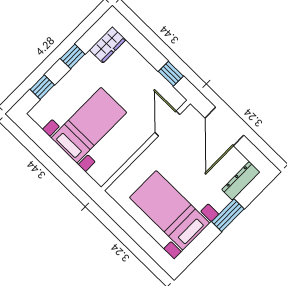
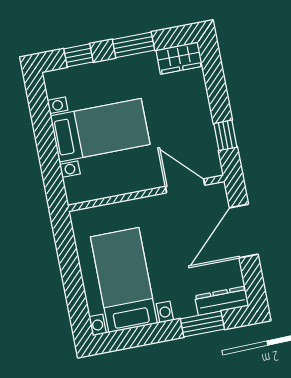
window: (73, 56) -> (133, 45), width x1.50
door: (167, 124) -> (185, 186), hinge flipped
window: (228, 215) -> (202, 324), moved

